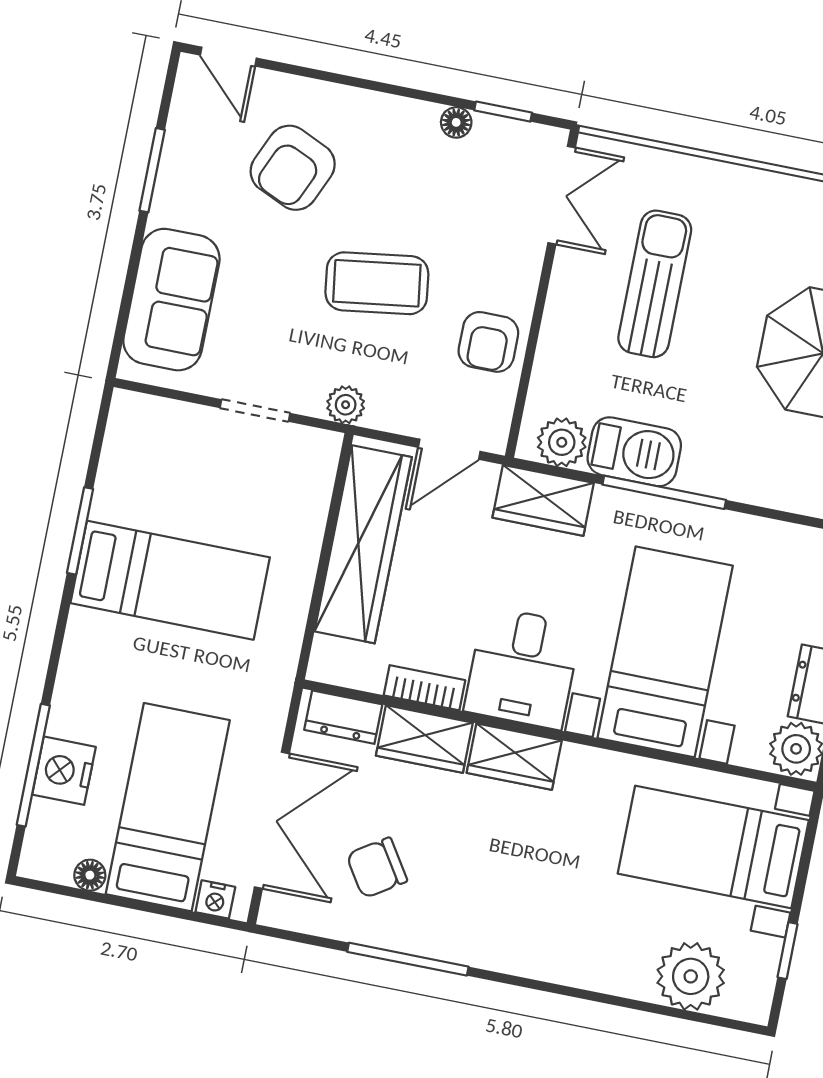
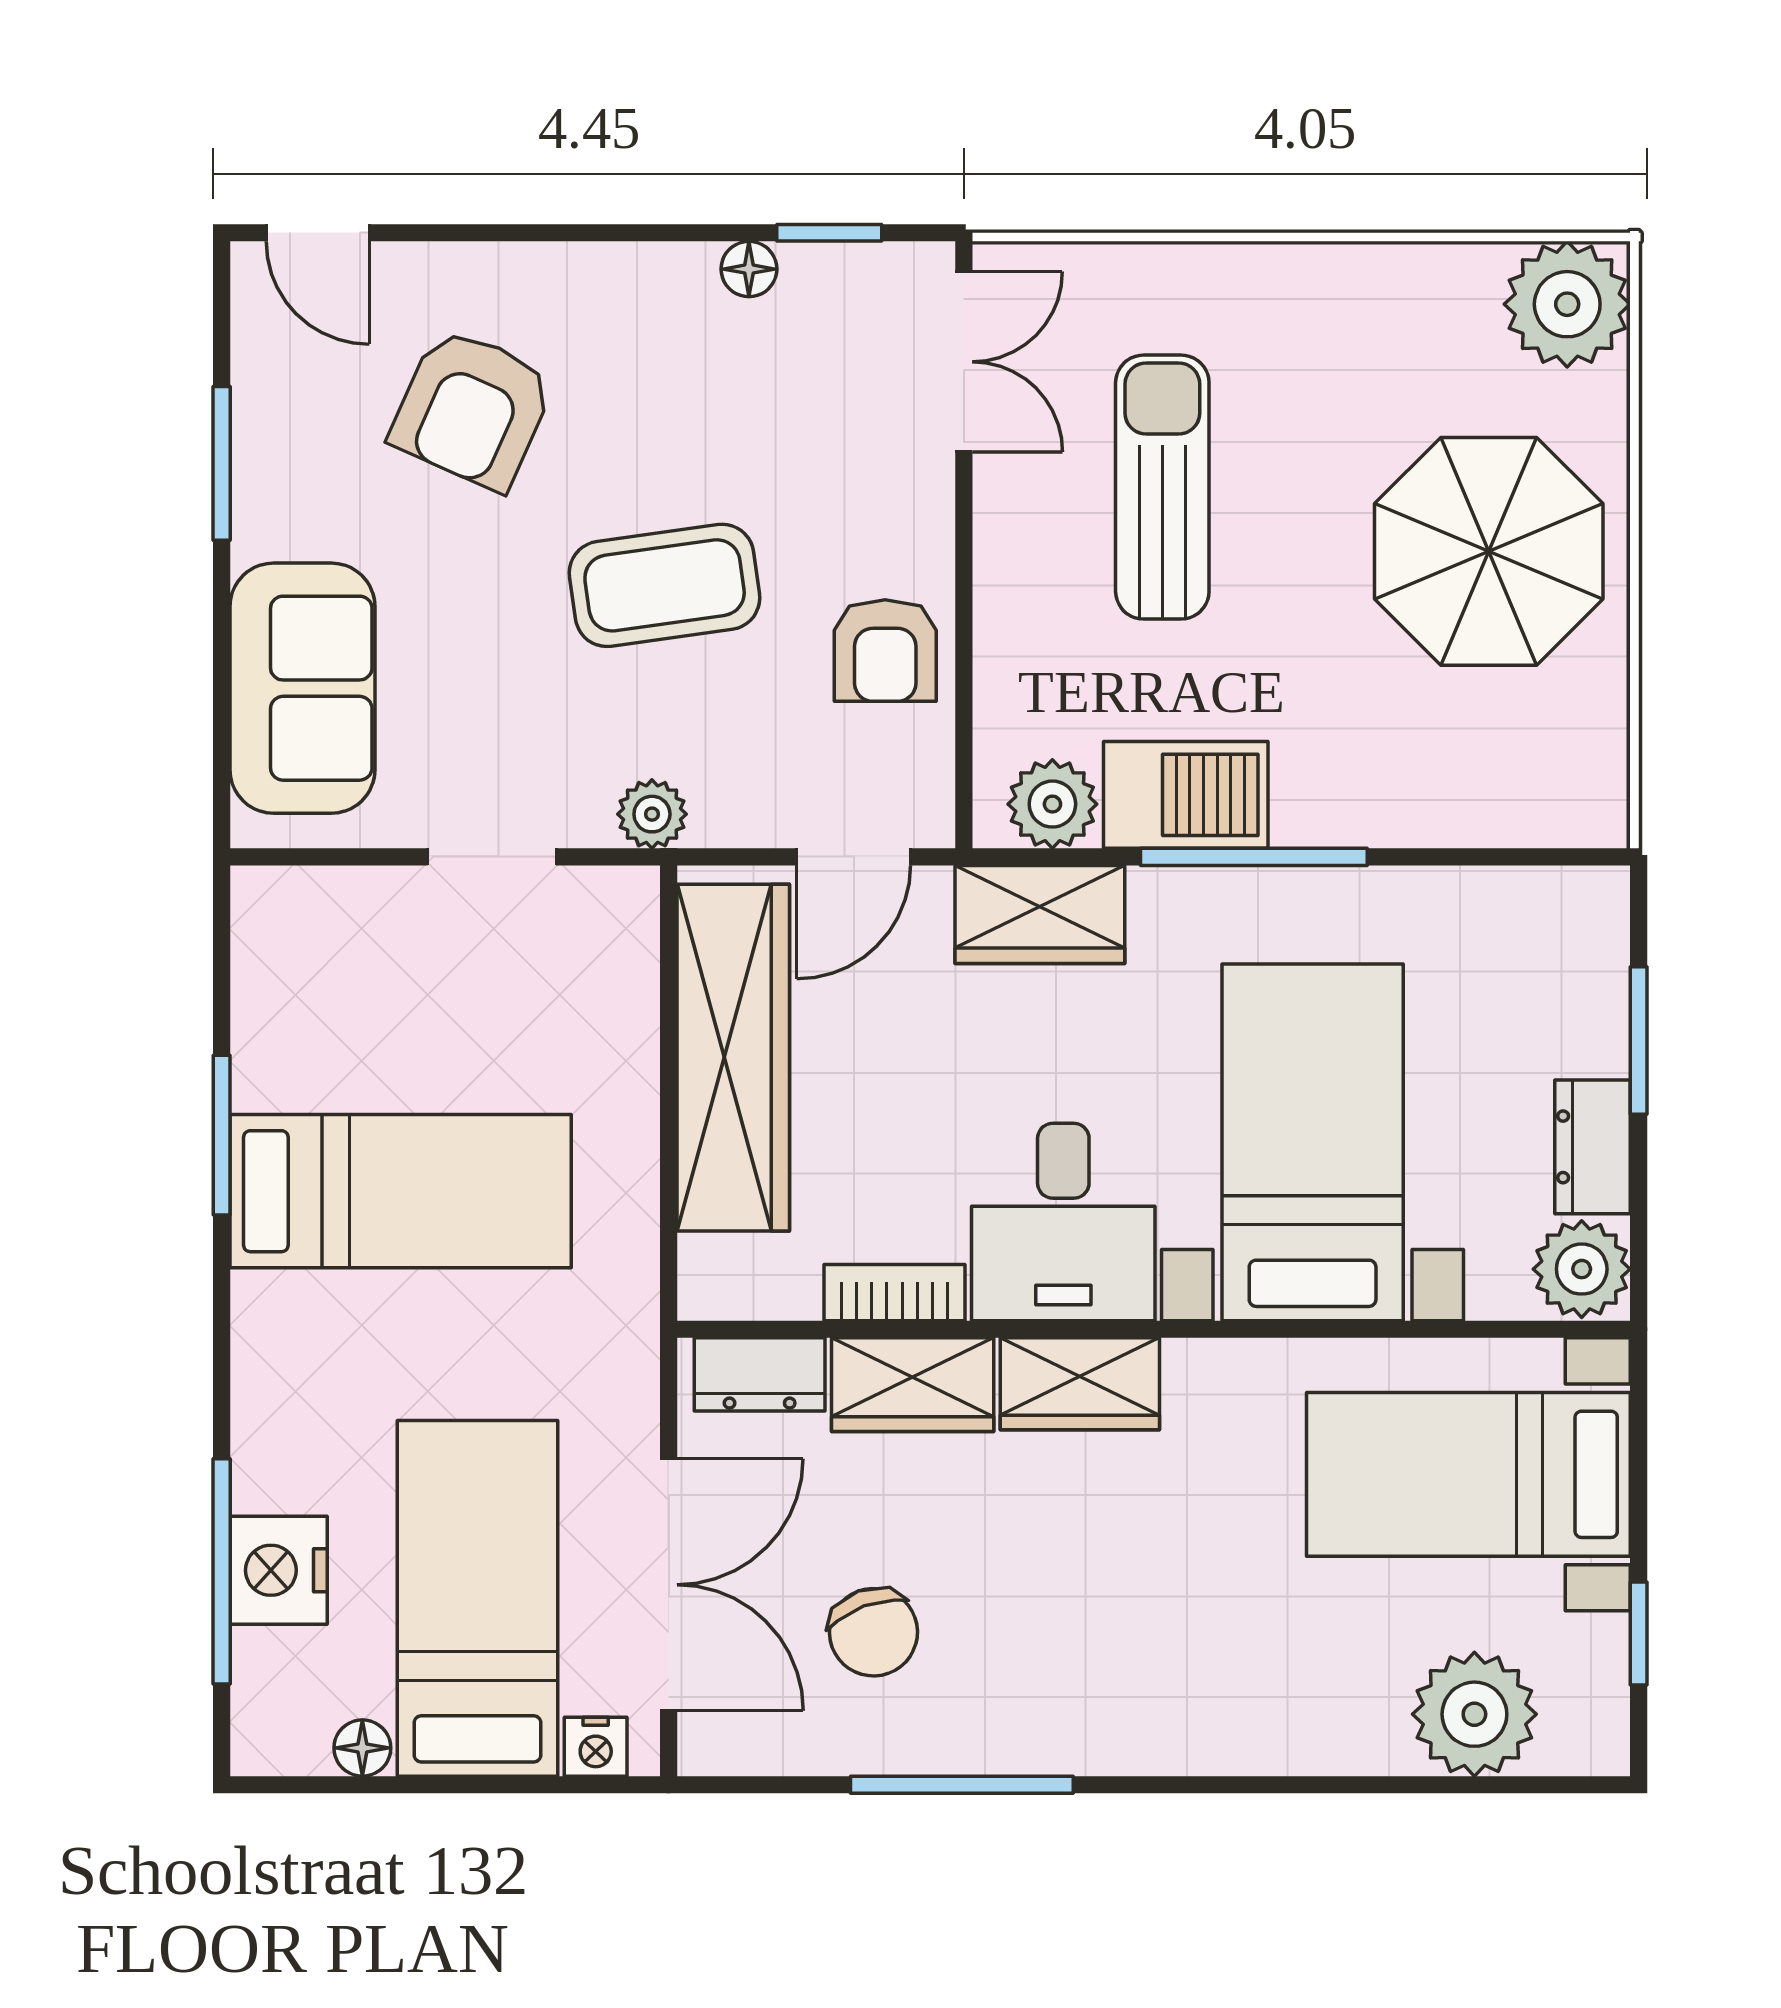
chair: (377, 868) -> (873, 1632), turned -77

